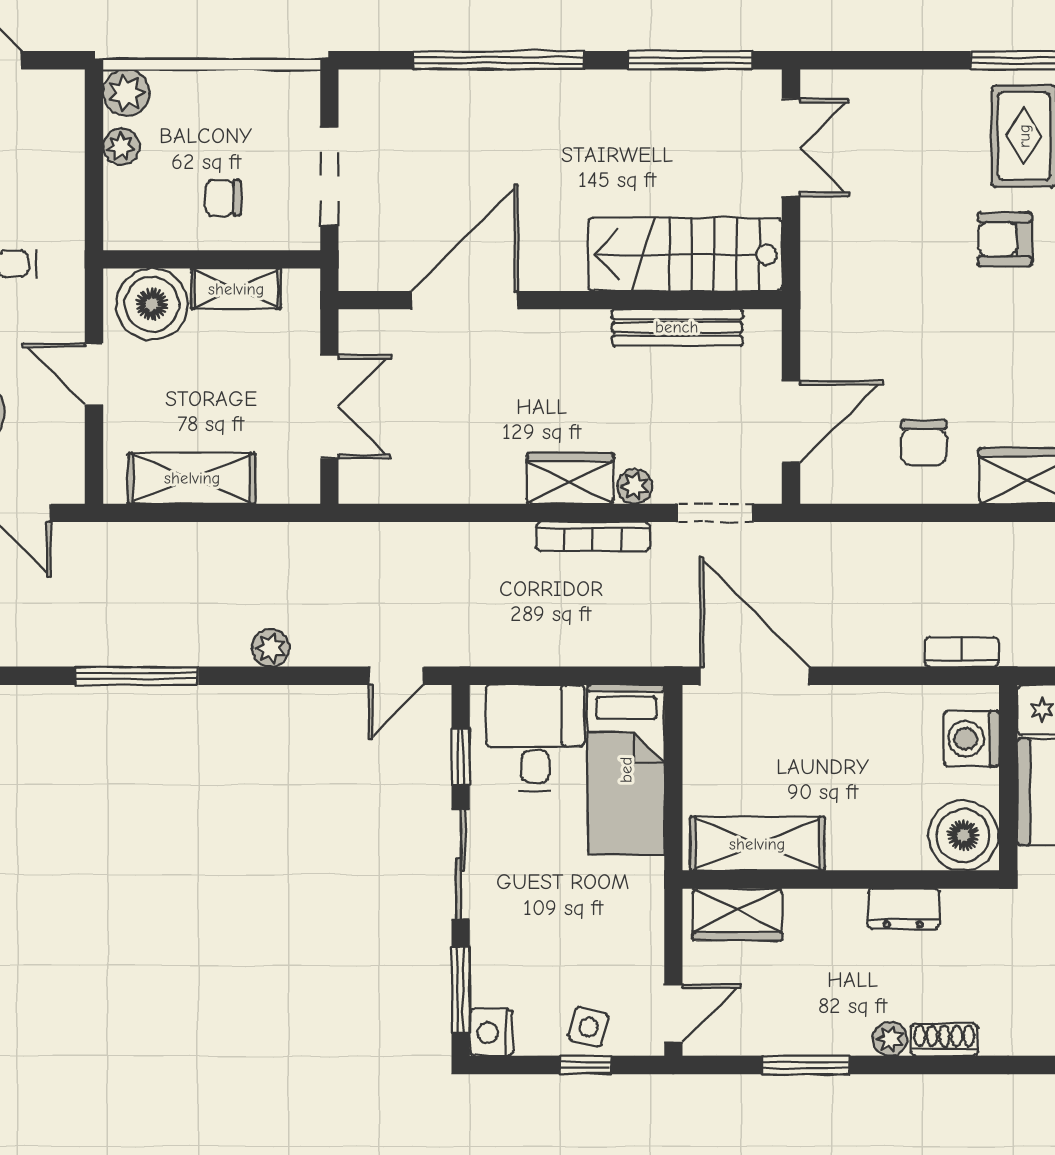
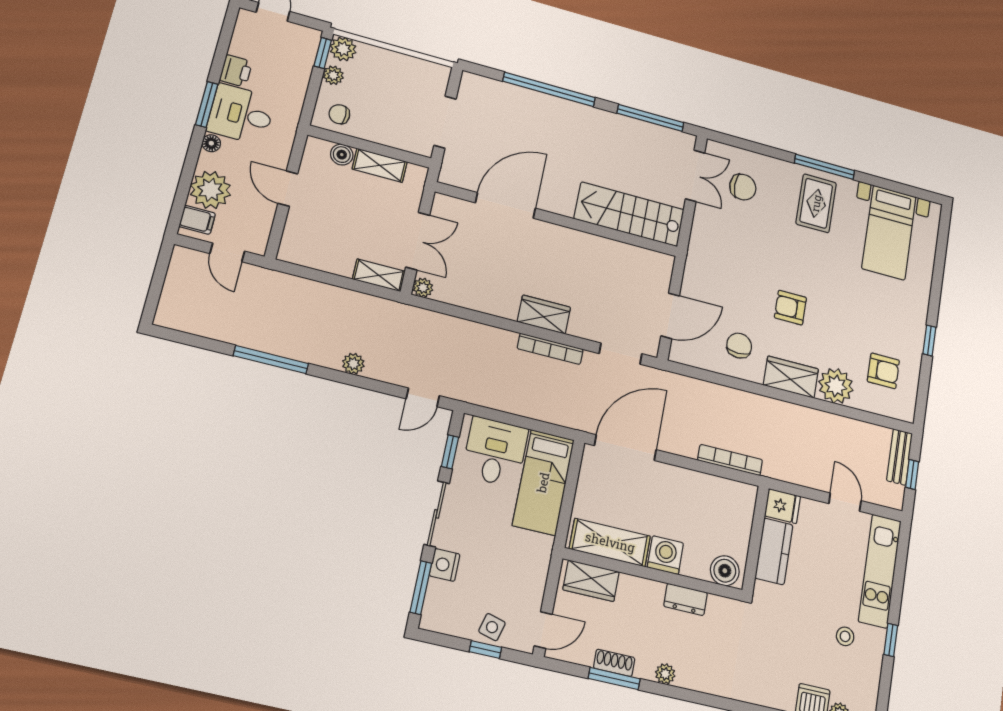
window: (94, 111) -> (323, 53), added
chair: (882, 144) -> (743, 187), added
chair: (223, 198) -> (339, 114), moved
armchair: (1005, 239) -> (790, 308), moved
boiler: (152, 304) -> (342, 155), width x0.54, depth x0.54
bench: (677, 327) -> (618, 251), removed
chair: (924, 443) -> (739, 346), turned 180
shelving: (192, 478) -> (379, 275), moved, width x0.67, depth x0.75
plant: (635, 486) -> (423, 288), moved
bookcase: (962, 652) -> (730, 460), width x1.56
door: (754, 676) -> (625, 448), hinge flipped
washing machine: (971, 739) -> (665, 555), moved, turned 90
boiler: (963, 836) -> (725, 571), width x0.73, depth x0.73
nightstand: (491, 1033) -> (445, 565), moved
shoe rack: (944, 1040) -> (614, 663), moved

